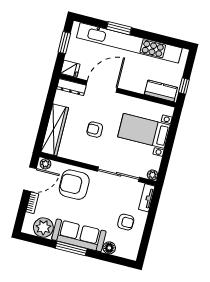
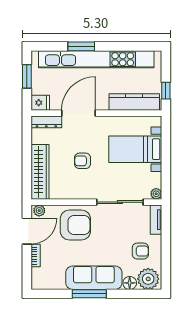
kitchen counter: (161, 91) -> (134, 102), width x1.50
armchair: (74, 185) -> (75, 225), turned 180
plant: (43, 228) -> (148, 279), moved

